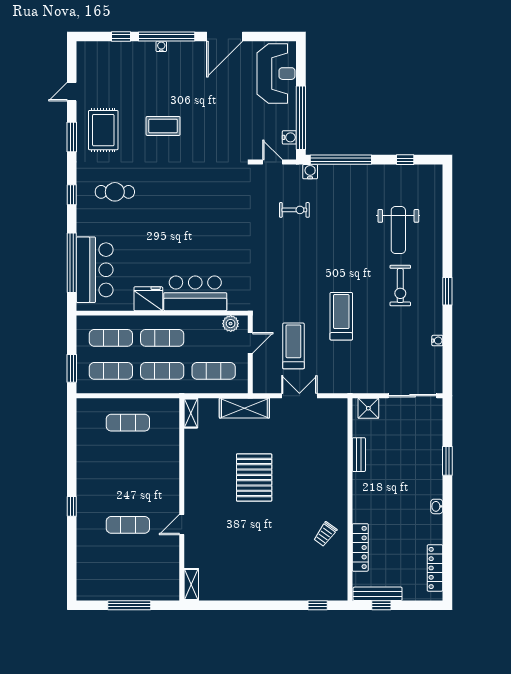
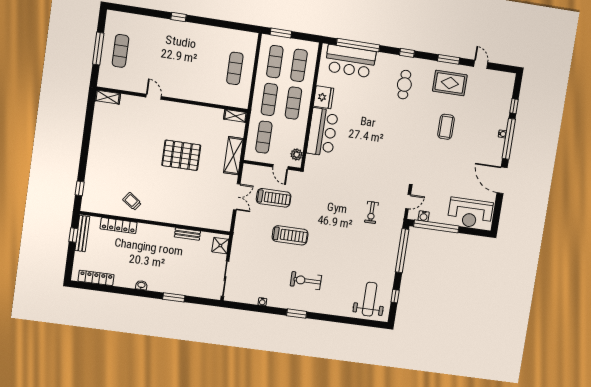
water cooler: (310, 172) -> (397, 228), removed
weight bench: (398, 230) -> (370, 299), moved, turned 90
exercise mat: (128, 525) -> (120, 51), moved

